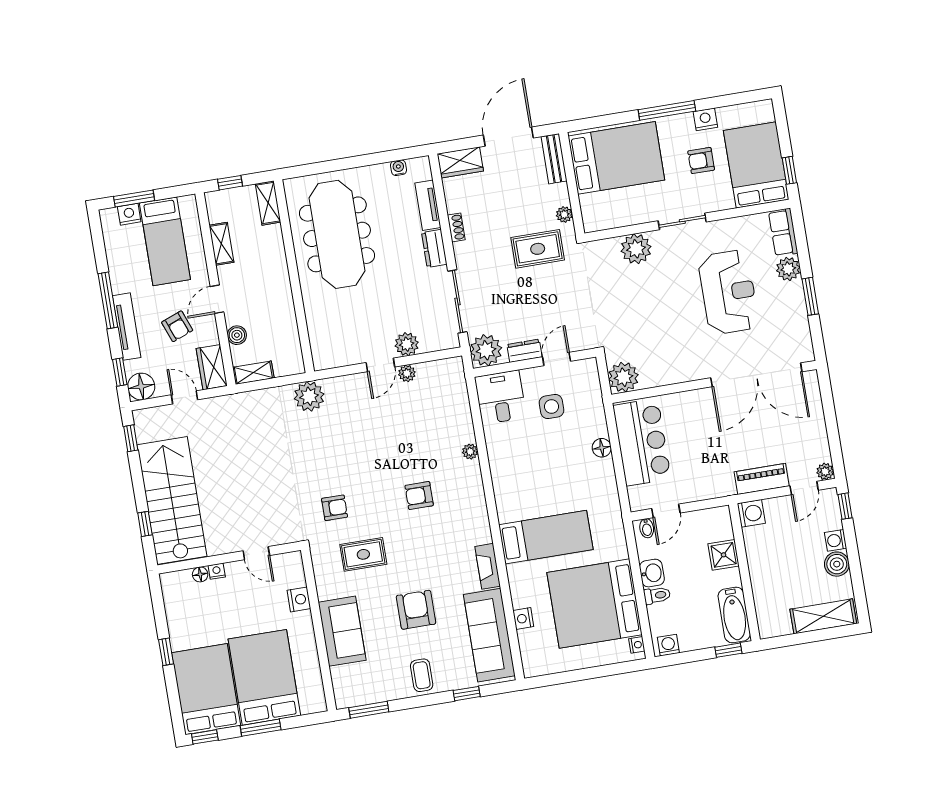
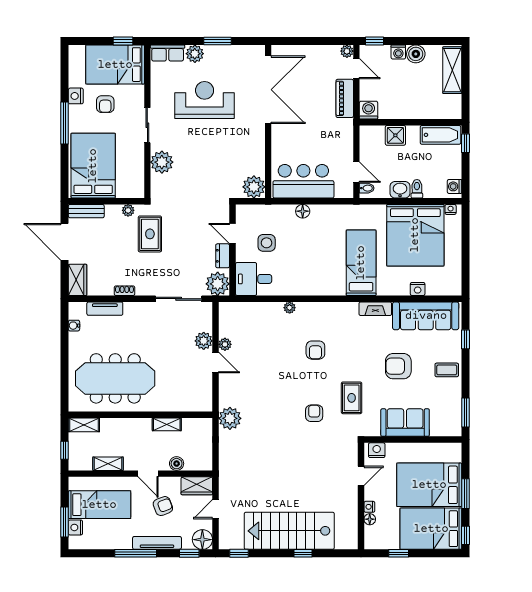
dresser: (434, 248) -> (137, 309), removed
shelving: (253, 373) -> (167, 424), moved, turned 90
door: (256, 553) -> (361, 476), moved
wall: (229, 558) -> (361, 496), moved
nightstand: (217, 571) -> (369, 507), moved
floor lamp: (200, 574) -> (370, 519), moved

